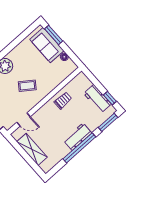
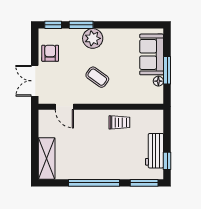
window: (54, 35) -> (167, 70), moved
workbench: (78, 137) -> (102, 170), removed
shelving: (32, 149) -> (47, 158), moved

